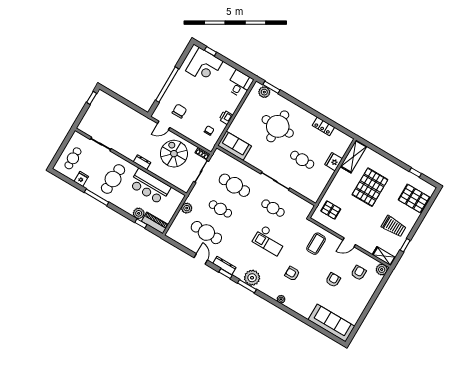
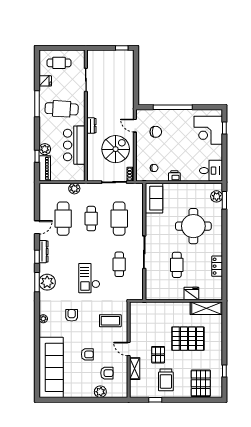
pallet: (331, 210) -> (158, 355), moved
shelving: (384, 256) -> (135, 369), moved
plant: (382, 270) -> (100, 392), moved
sofa: (331, 323) -> (51, 367), width x1.36, depth x1.27

